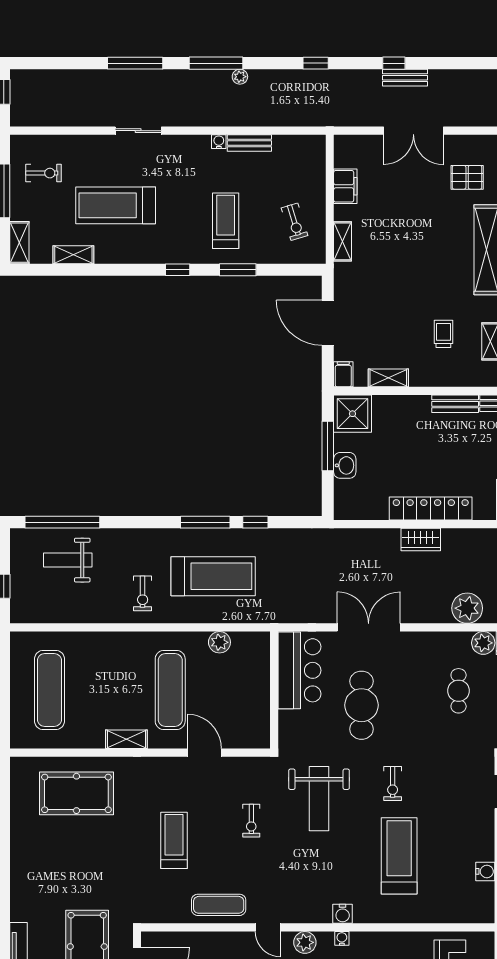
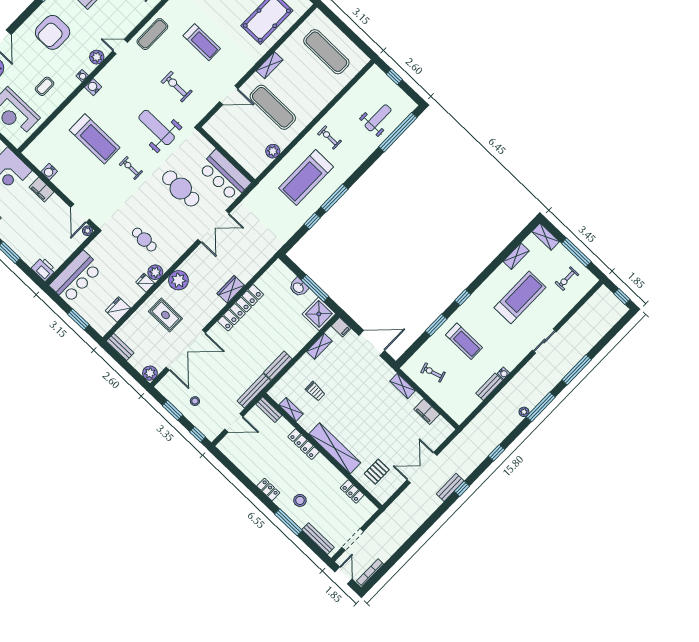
exercise bike: (251, 821) -> (177, 87), width x1.38, depth x1.39

